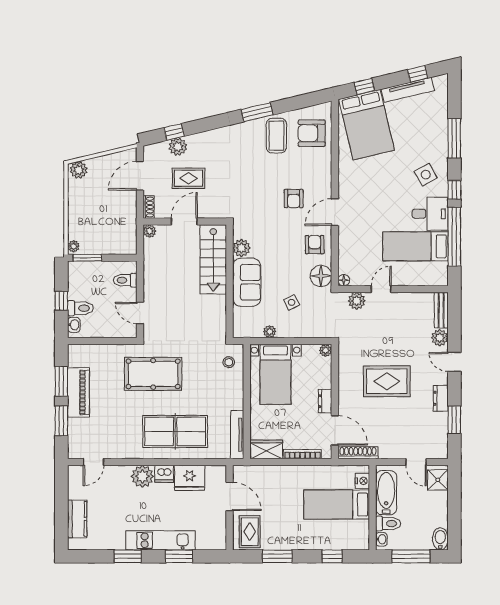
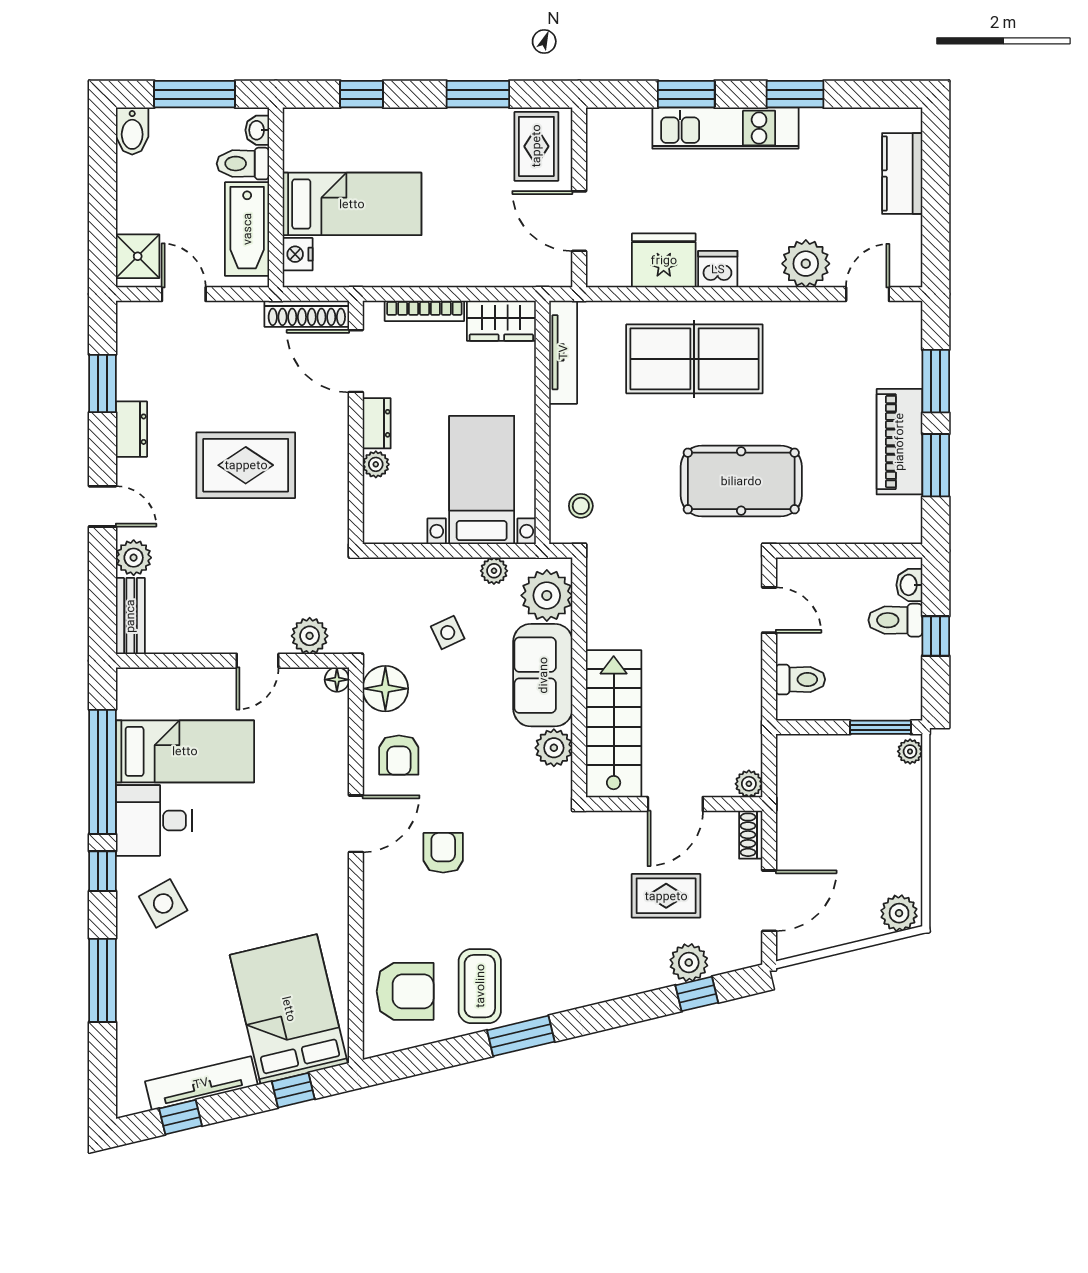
plant: (245, 320) -> (547, 595), added
plant: (325, 350) -> (376, 464), moved
plant: (142, 476) -> (806, 264), moved

